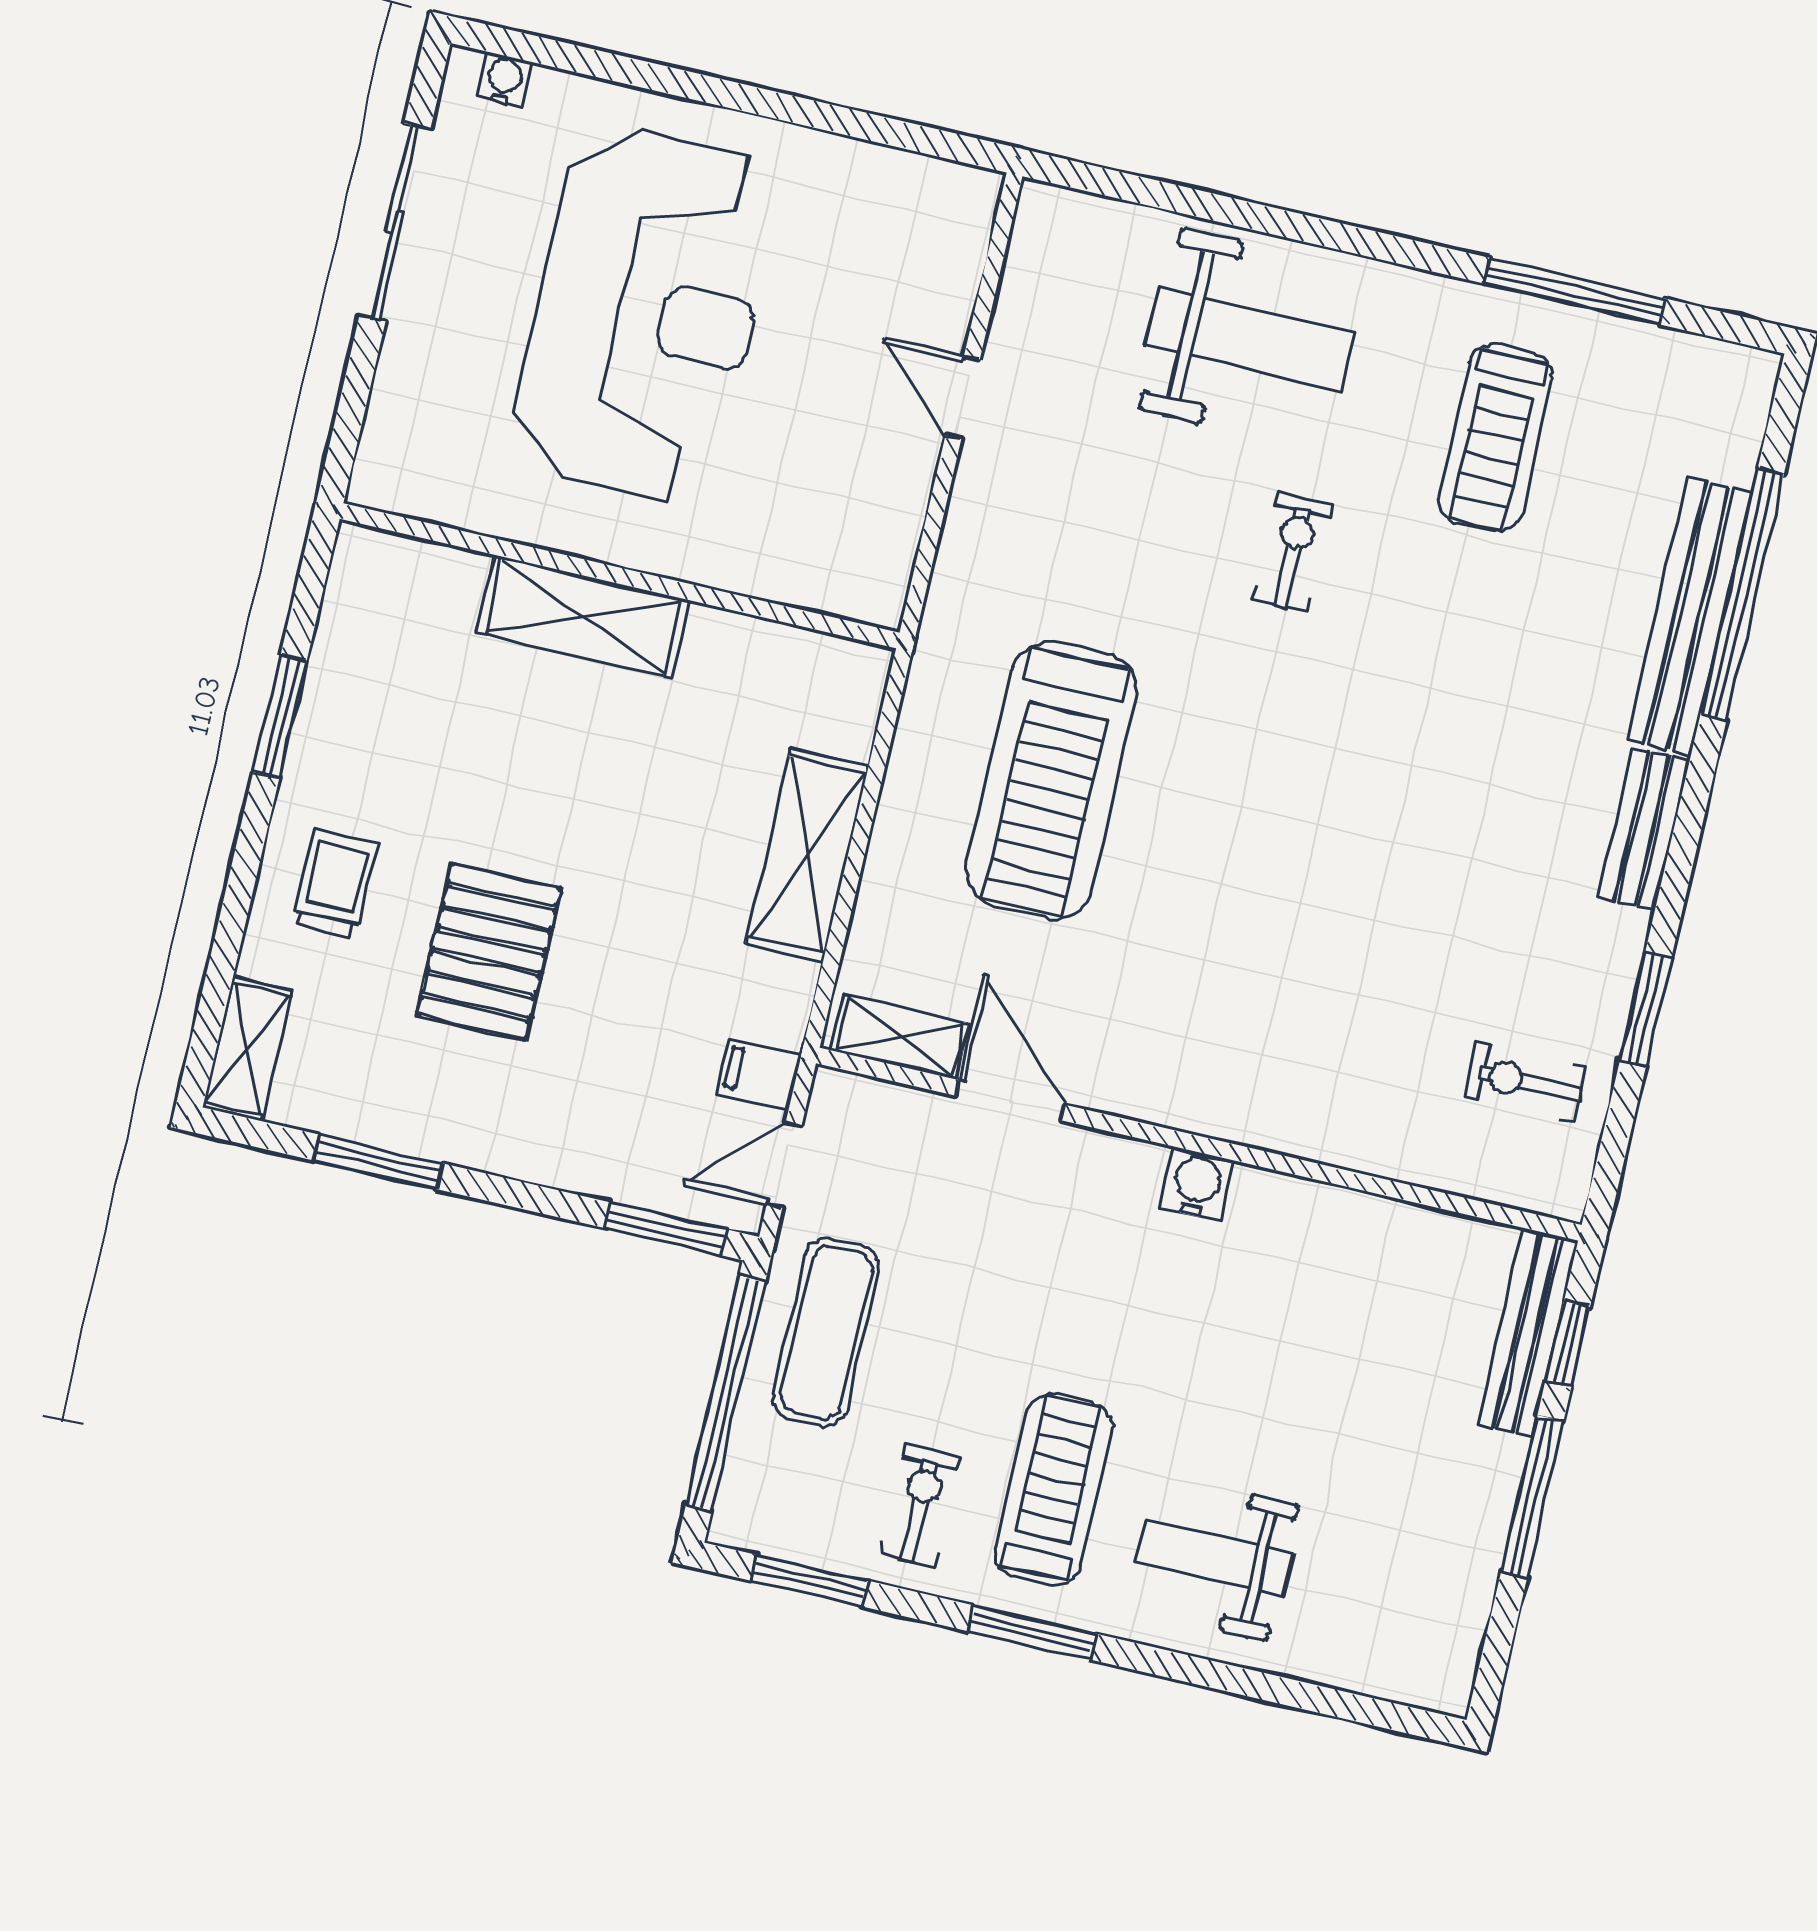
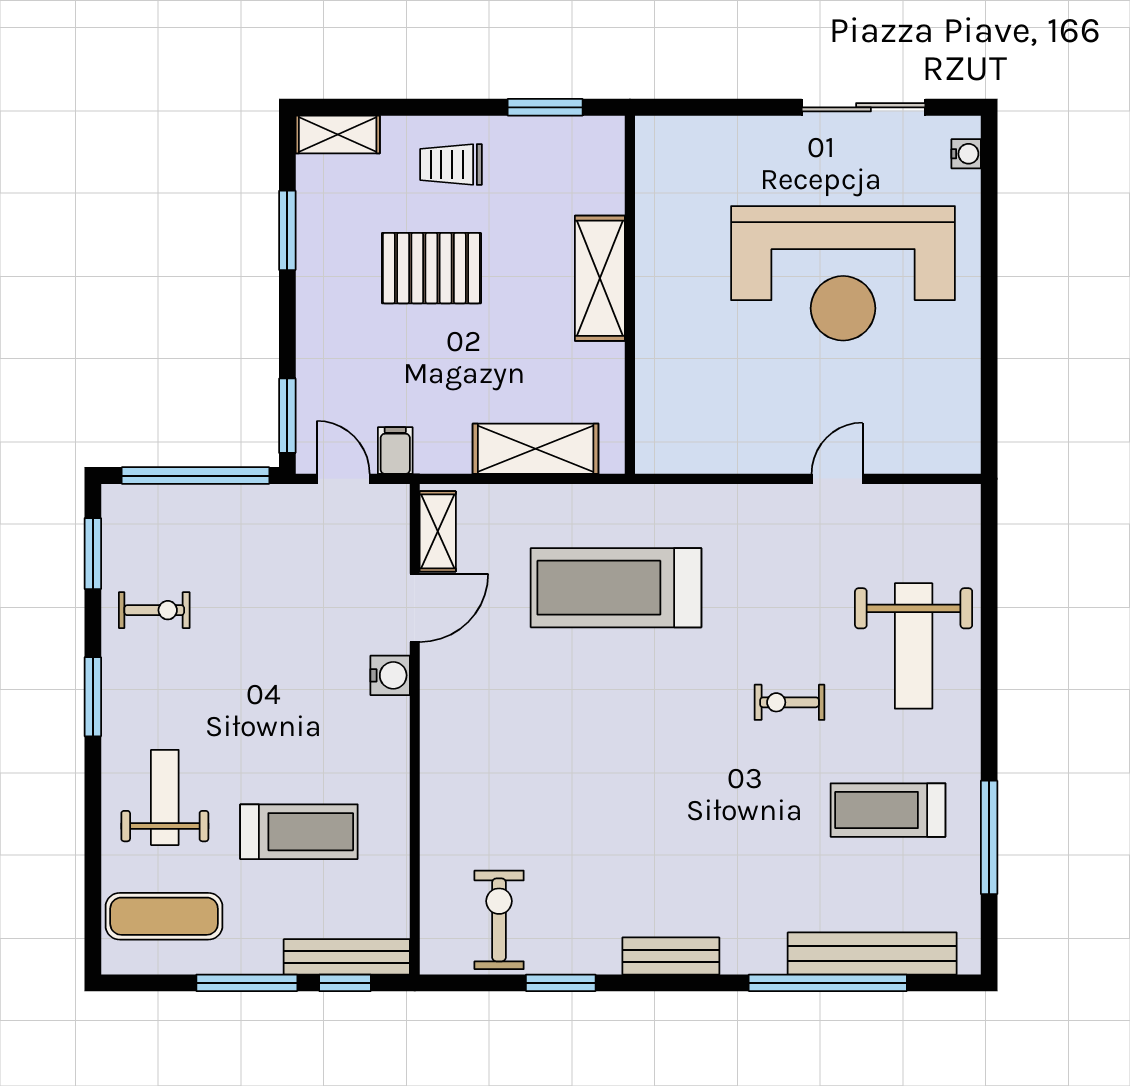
exercise bike: (1293, 552) -> (789, 702), turned 180
wall: (620, 576) -> (630, 295), moved
shelving: (583, 616) -> (600, 278), moved
bench: (1689, 616) -> (872, 953), moved
trolley: (335, 884) -> (451, 165), turned 180
exercise bike: (1526, 1082) -> (499, 920), width x1.38, depth x1.39
water cooler: (1197, 1184) -> (390, 675), moved
exercise mat: (826, 1332) -> (164, 916), moved
treadmill: (1054, 1490) -> (299, 832), moved

